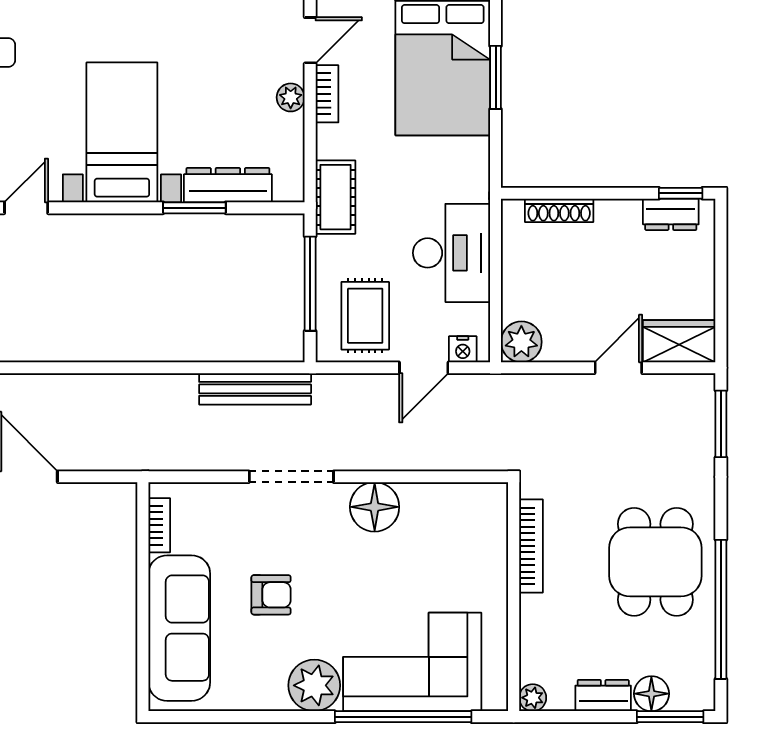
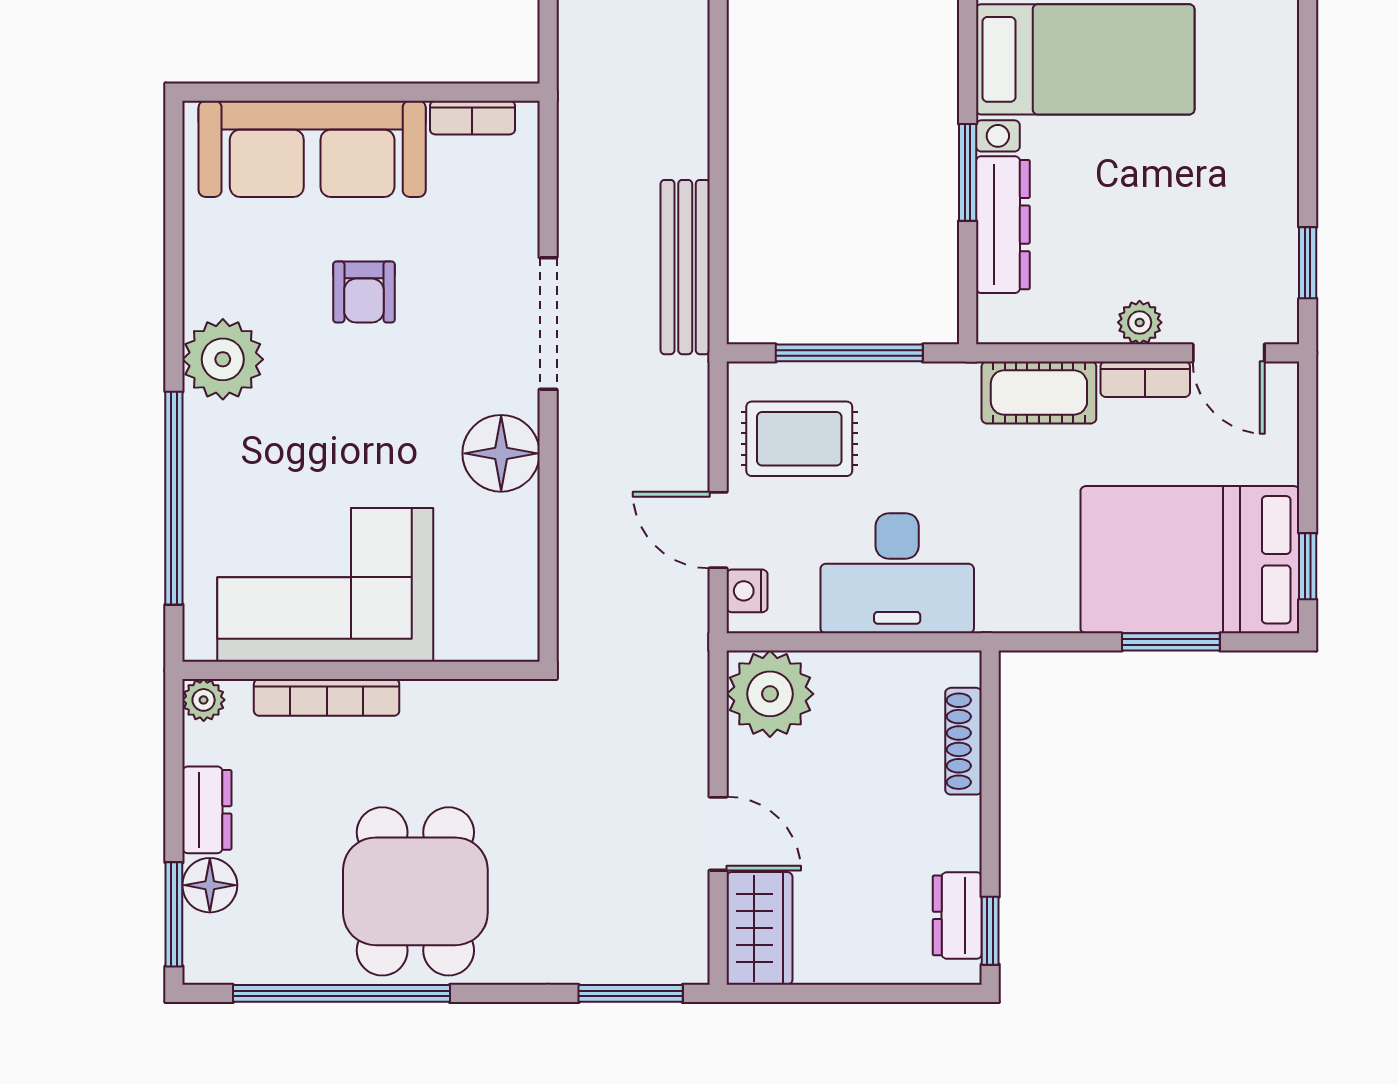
cot: (336, 197) -> (1039, 392), moved
plant: (521, 342) -> (770, 694), width x1.36, depth x1.36
bookcase: (531, 546) -> (327, 697), moved
dining table: (655, 562) -> (415, 891), turned 90
corner sofa: (412, 662) -> (325, 585), moved, turned -90

